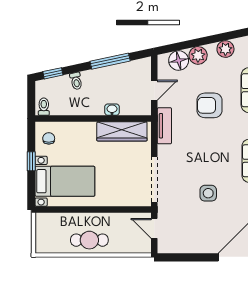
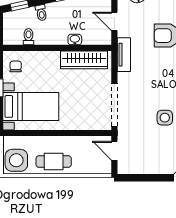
door: (154, 90) -> (114, 21), swing flipped
toilet: (44, 107) -> (28, 37), moved
side table: (49, 239) -> (16, 160), added

